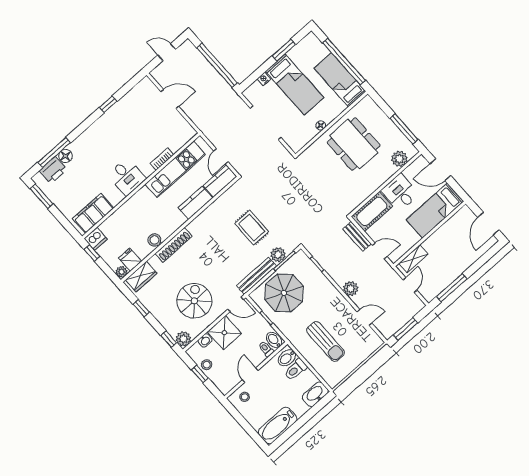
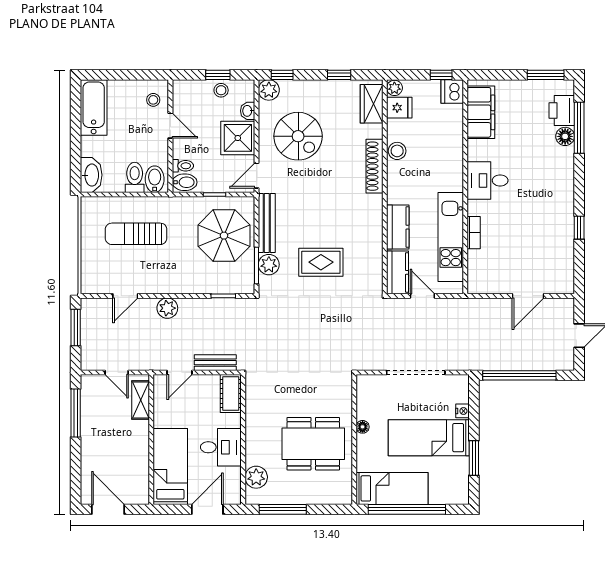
cot: (372, 211) -> (231, 394), width x0.73, depth x0.75

